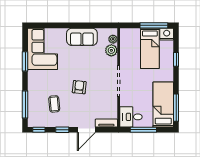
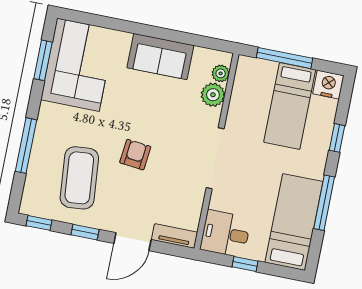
window: (154, 25) -> (284, 58), moved
window: (25, 61) -> (43, 60), moved
window: (25, 104) -> (26, 146), moved
coffee table: (54, 104) -> (79, 178), width x1.86, depth x1.72
window: (176, 108) -> (324, 203), moved
window: (143, 130) -> (245, 264), width x0.46

